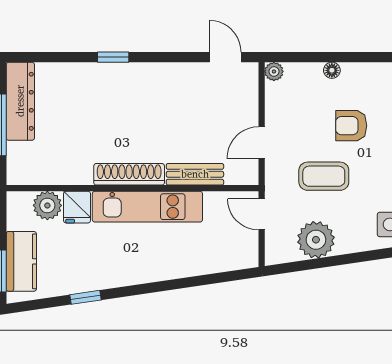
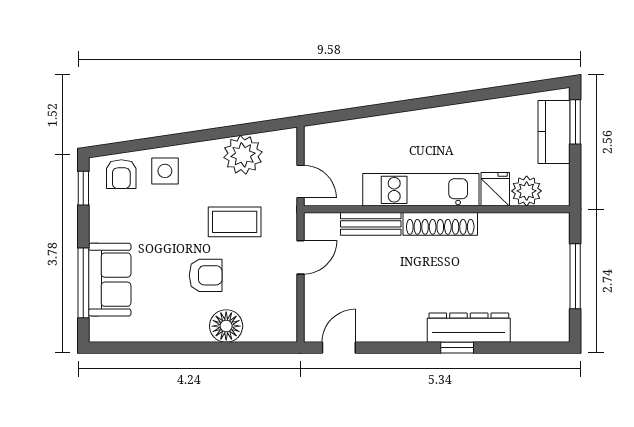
door: (225, 57) -> (339, 348), swing flipped
floor lamp: (332, 70) -> (226, 326), width x1.89, depth x1.89
plant: (274, 71) -> (287, 332), removed
dresser: (20, 101) -> (469, 328), moved, turned 90
window: (85, 297) -> (486, 94), removed

